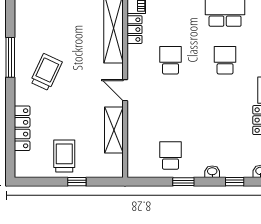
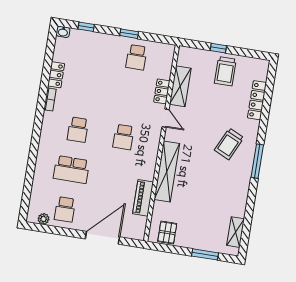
locker: (134, 30) -> (162, 91), moved
washbasin: (212, 172) -> (104, 38), removed

